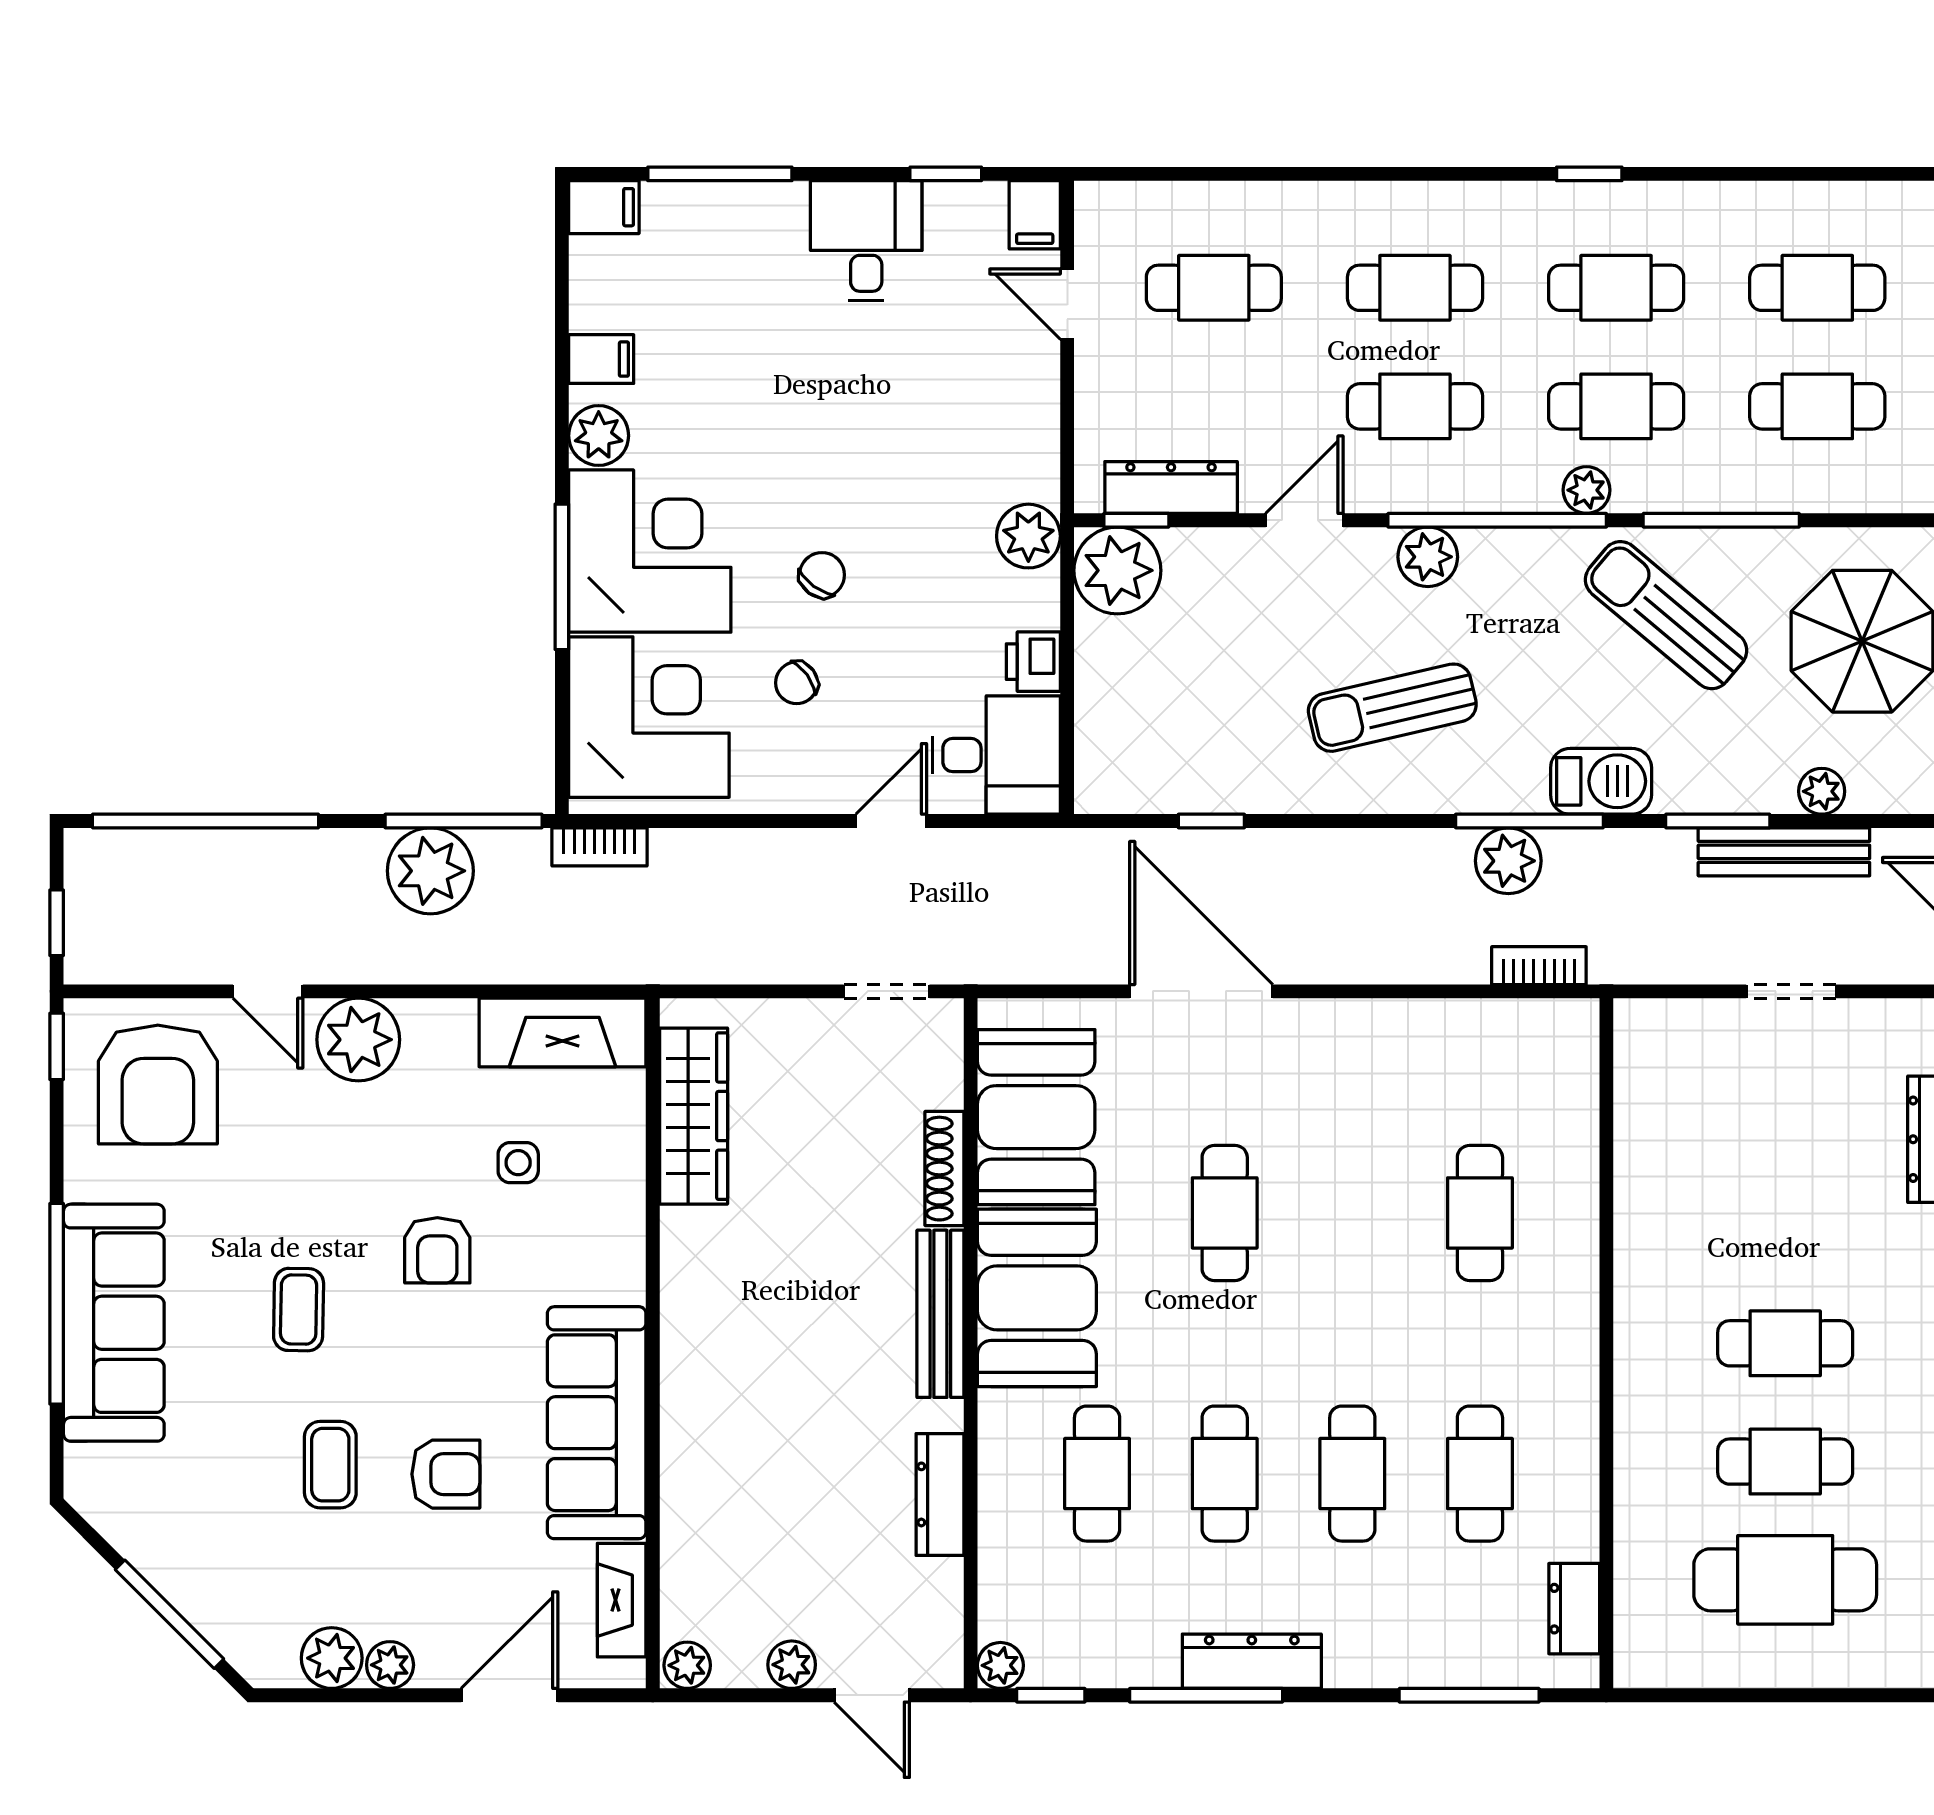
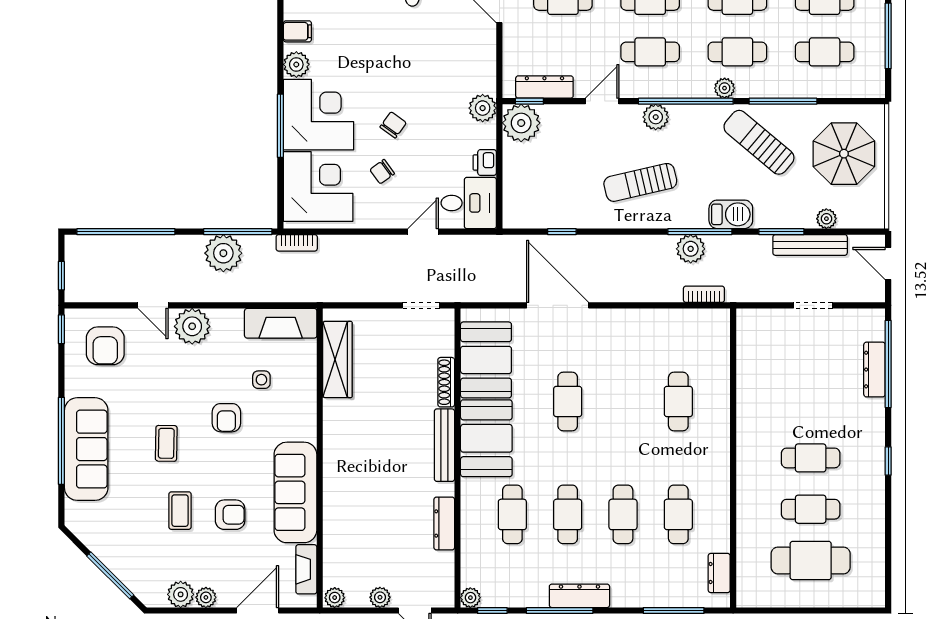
armchair: (158, 1085) -> (105, 346), width x0.73, depth x0.73

